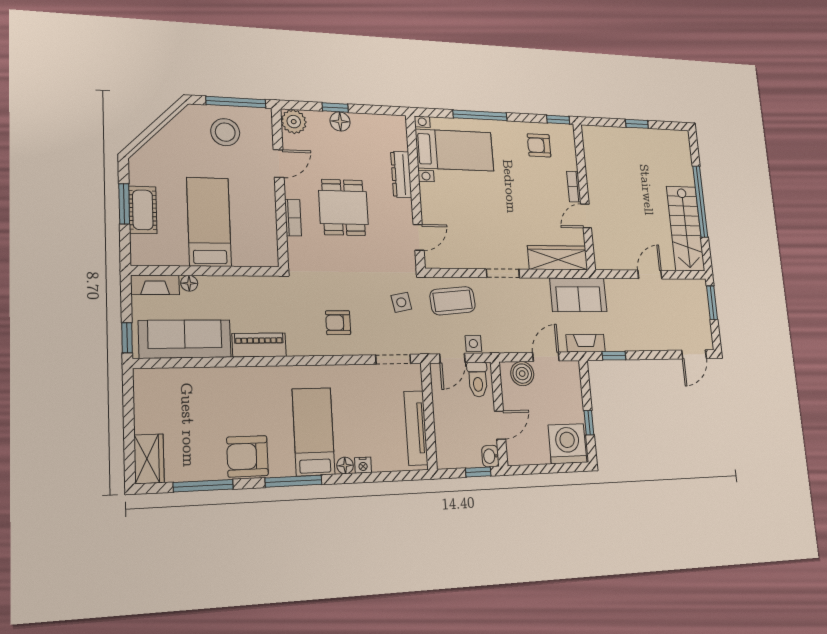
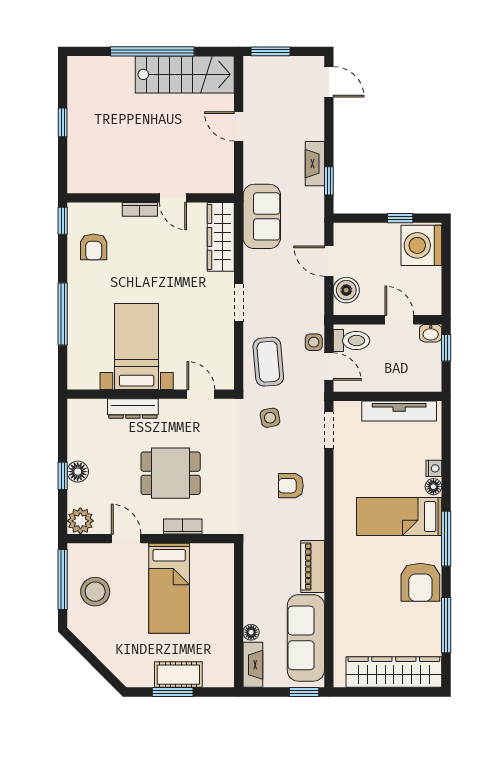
bed with nightstands: (455, 150) -> (137, 347), moved
bed: (209, 222) -> (169, 588), moved, turned -90
armchair: (338, 323) -> (291, 486), turned 90
fireplace: (586, 343) -> (315, 164), moved
wardrobe: (149, 459) -> (394, 672), width x2.10, depth x1.17

